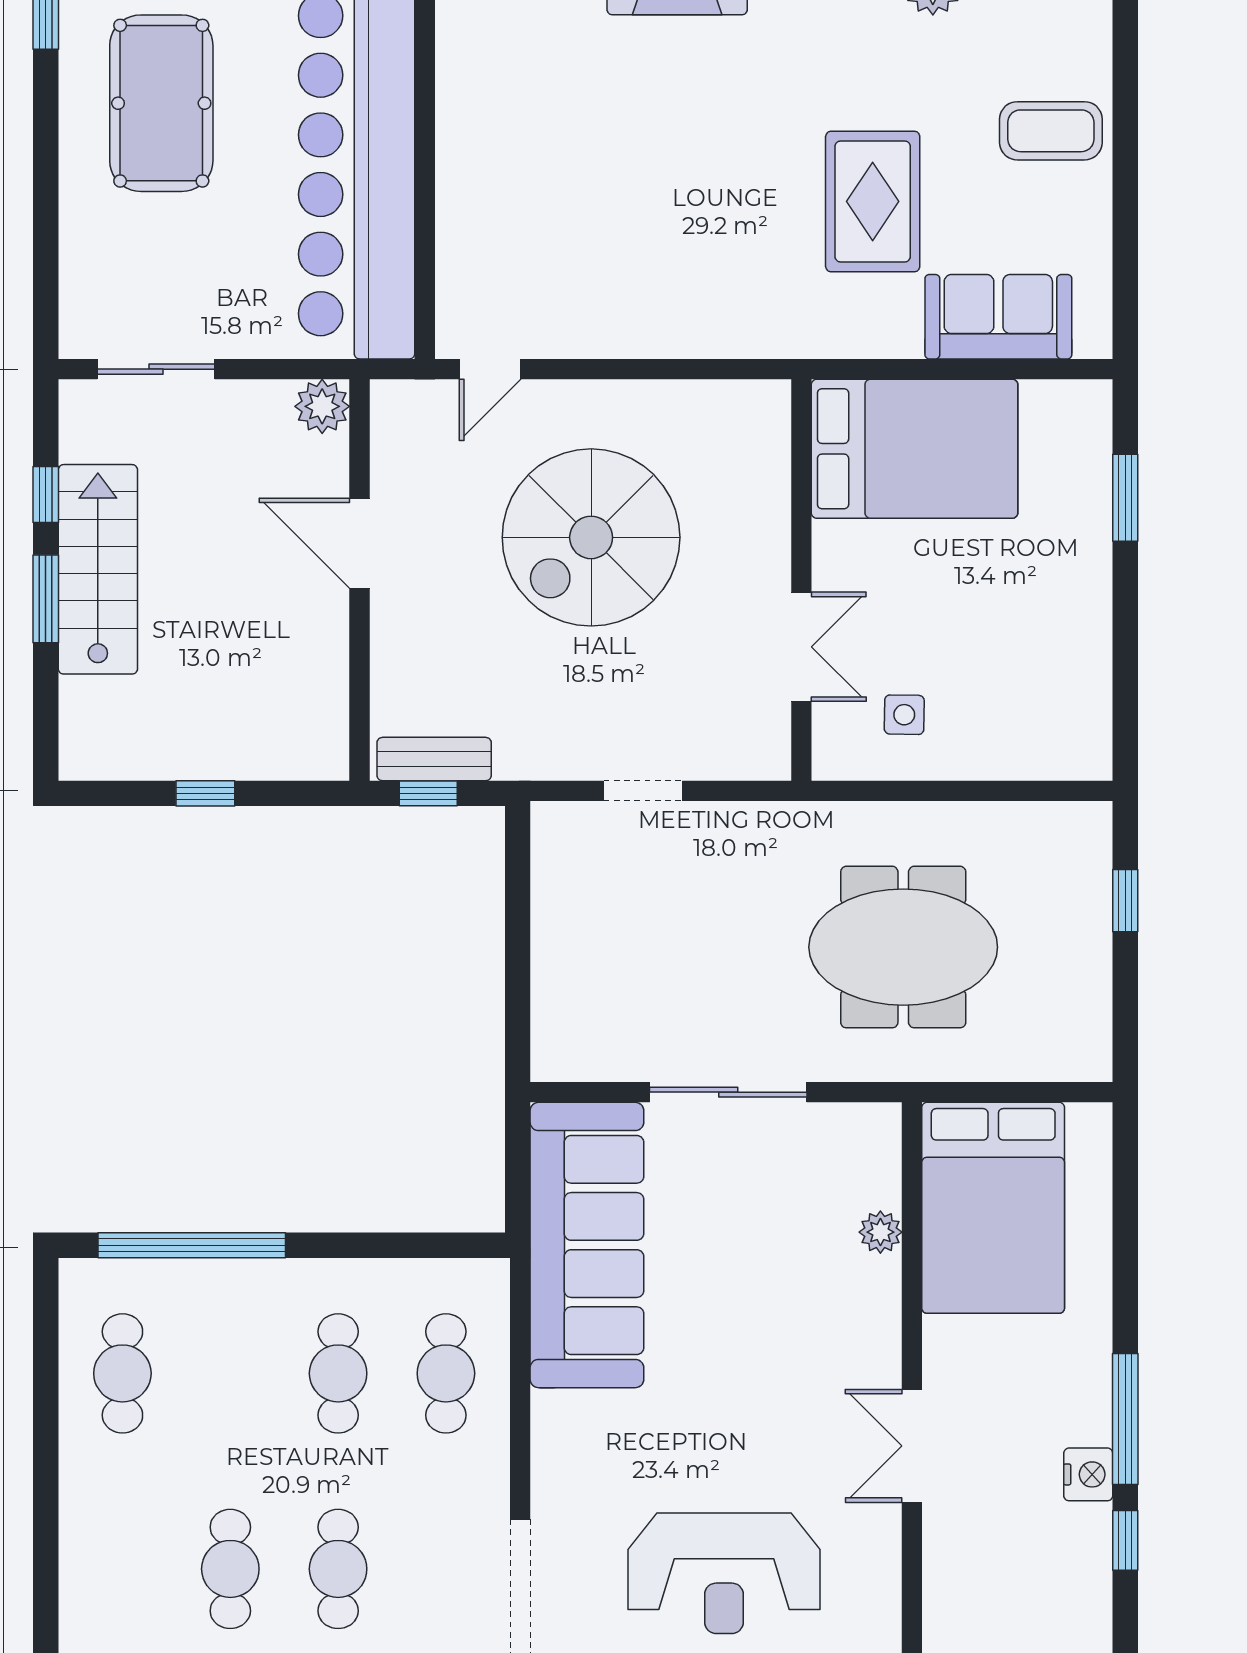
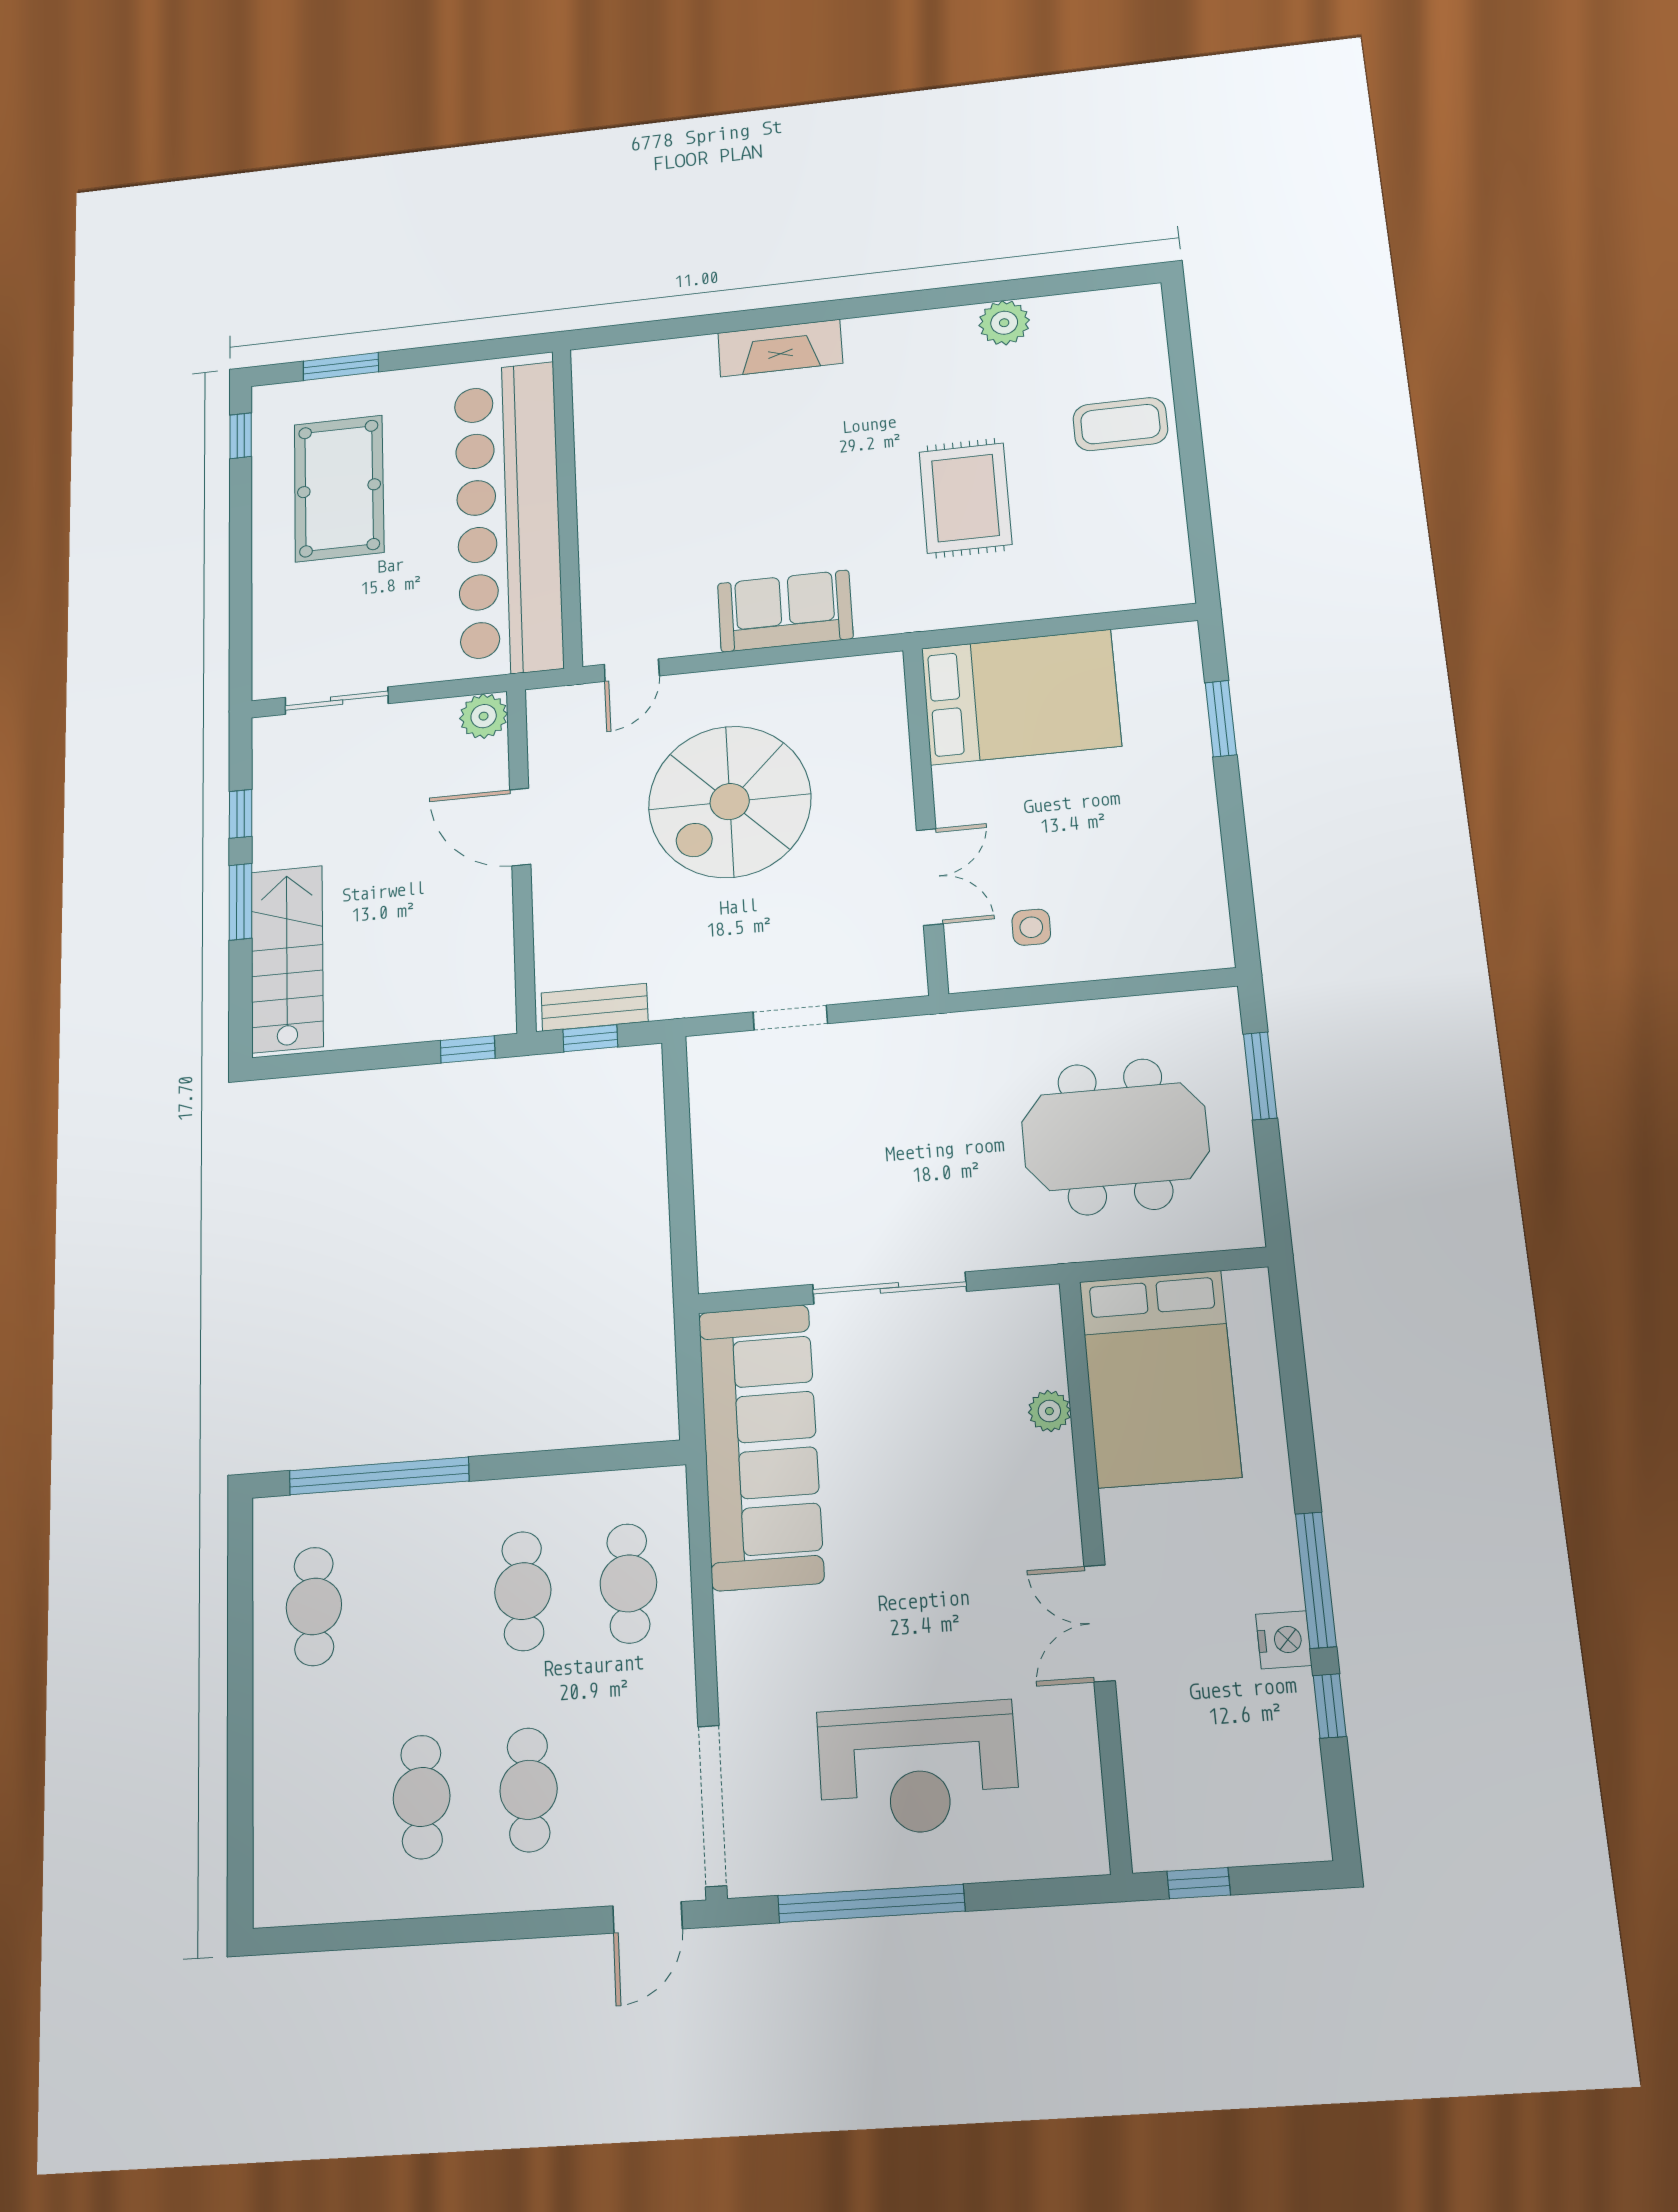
sofa: (998, 317) -> (785, 611), moved
stairs: (98, 569) -> (287, 959), moved
window: (205, 793) -> (468, 1049), moved
window: (1125, 901) -> (1260, 1076), width x1.50
meeting table: (903, 947) -> (1115, 1137), moved

